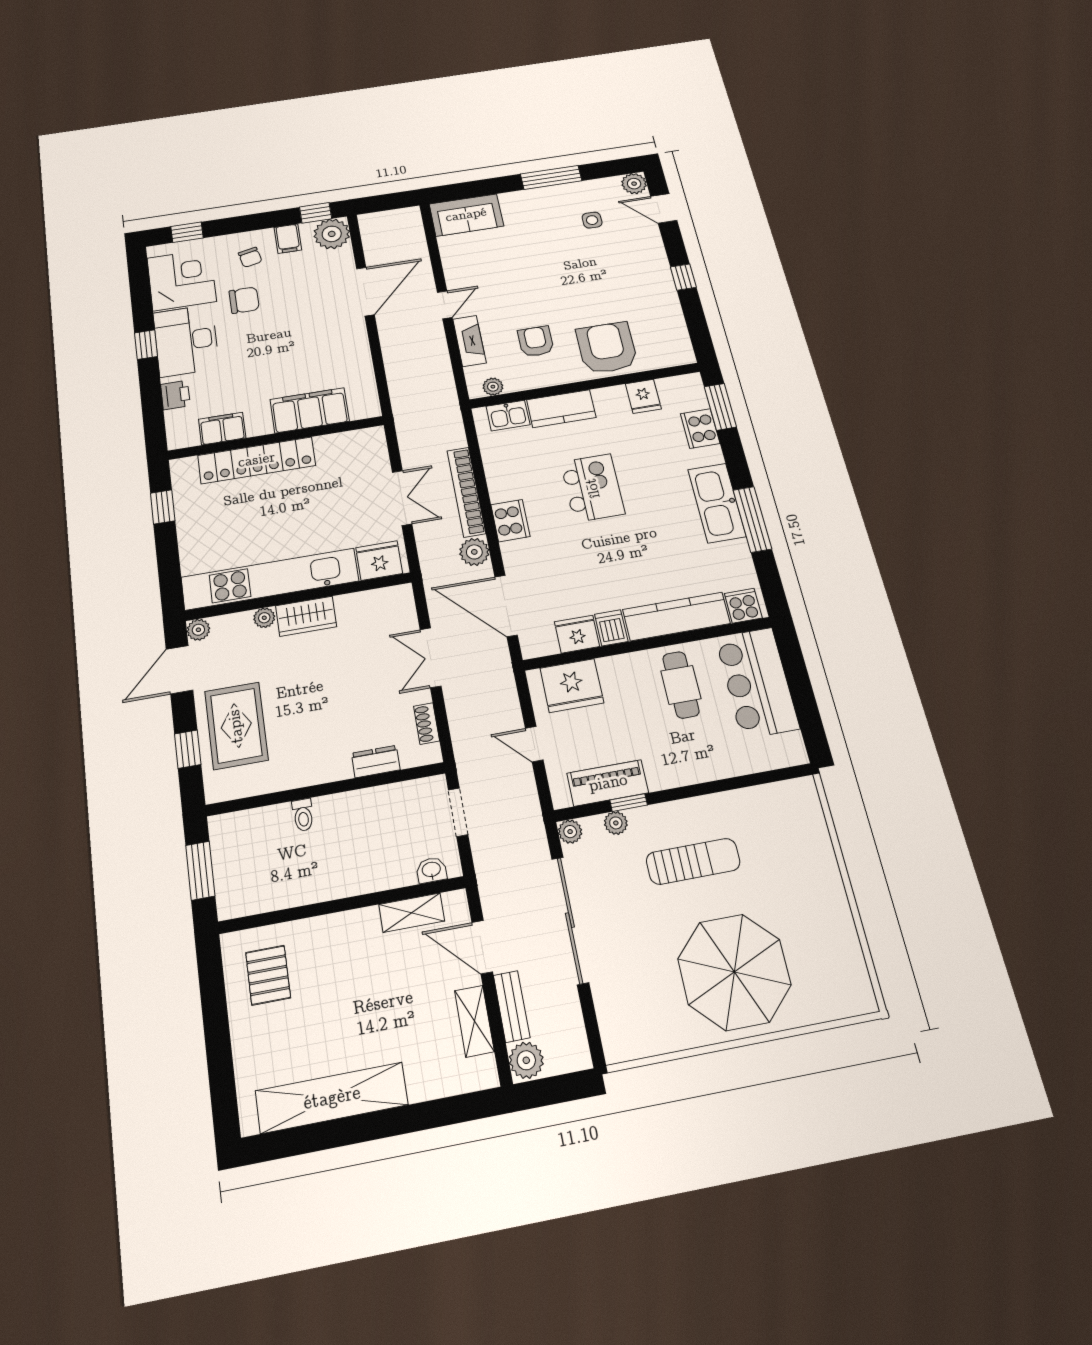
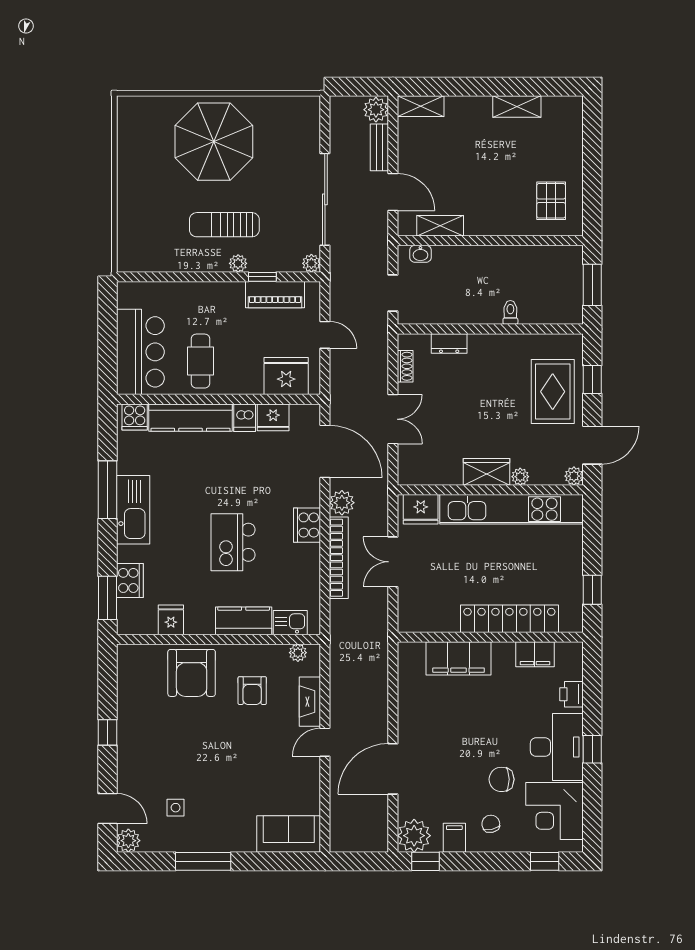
plant: (616, 823) -> (238, 263), moved
shelving: (474, 1021) -> (421, 106), moved, turned 90
shelving: (332, 1098) -> (517, 106), width x0.45, depth x0.75

